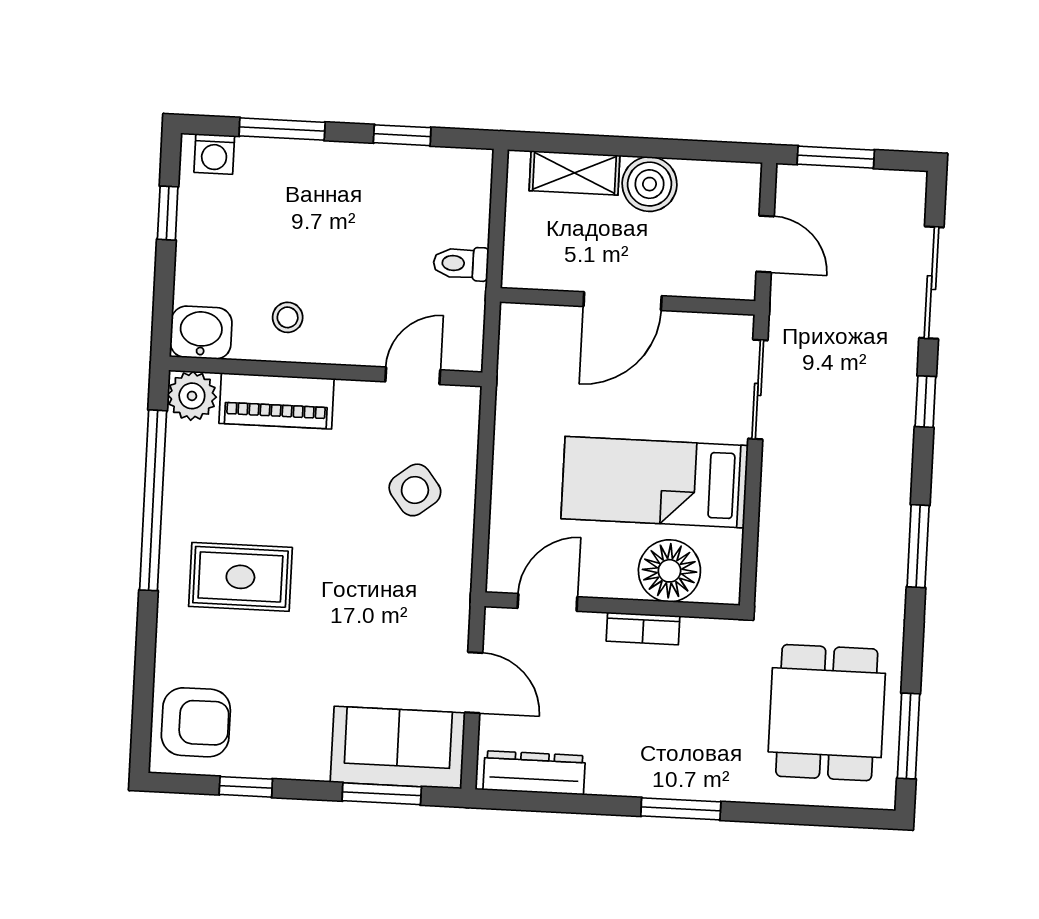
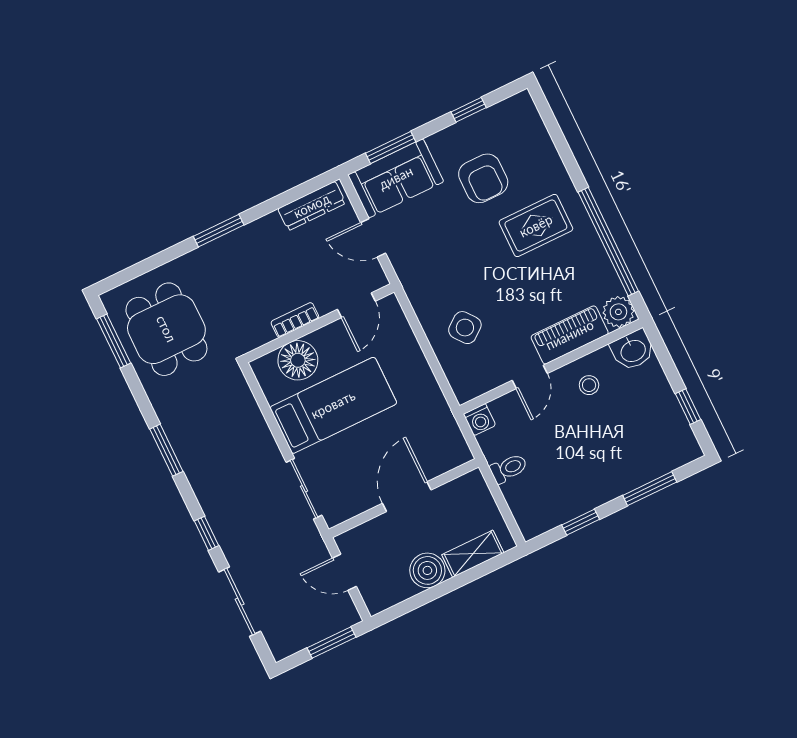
washing machine: (214, 154) -> (480, 420), moved, turned 180
door: (413, 376) -> (530, 377), moved
armchair: (196, 722) -> (483, 178), moved, turned -90

